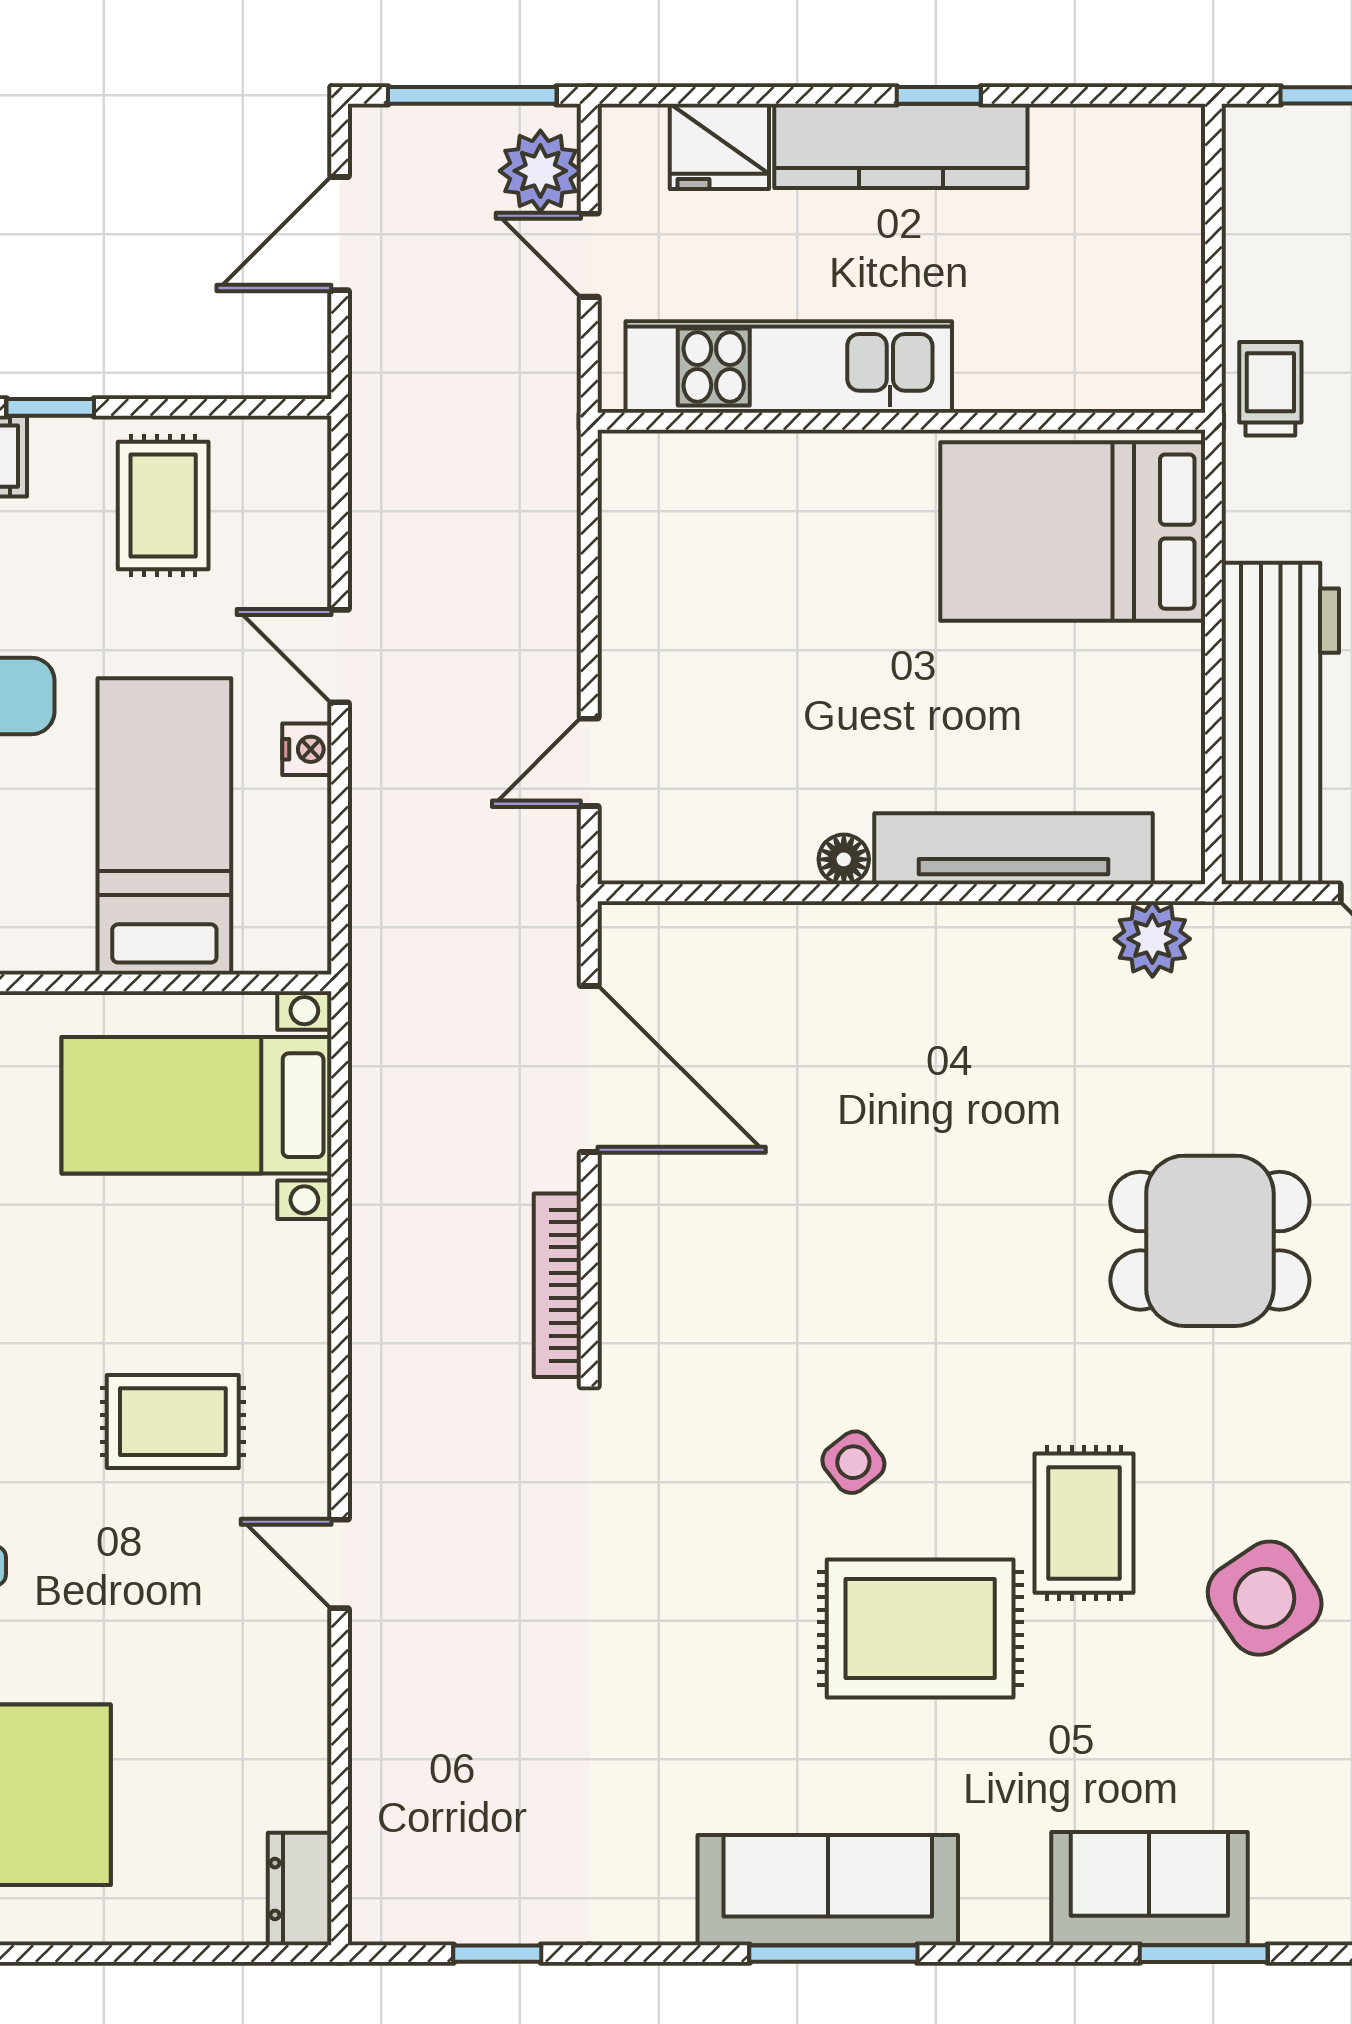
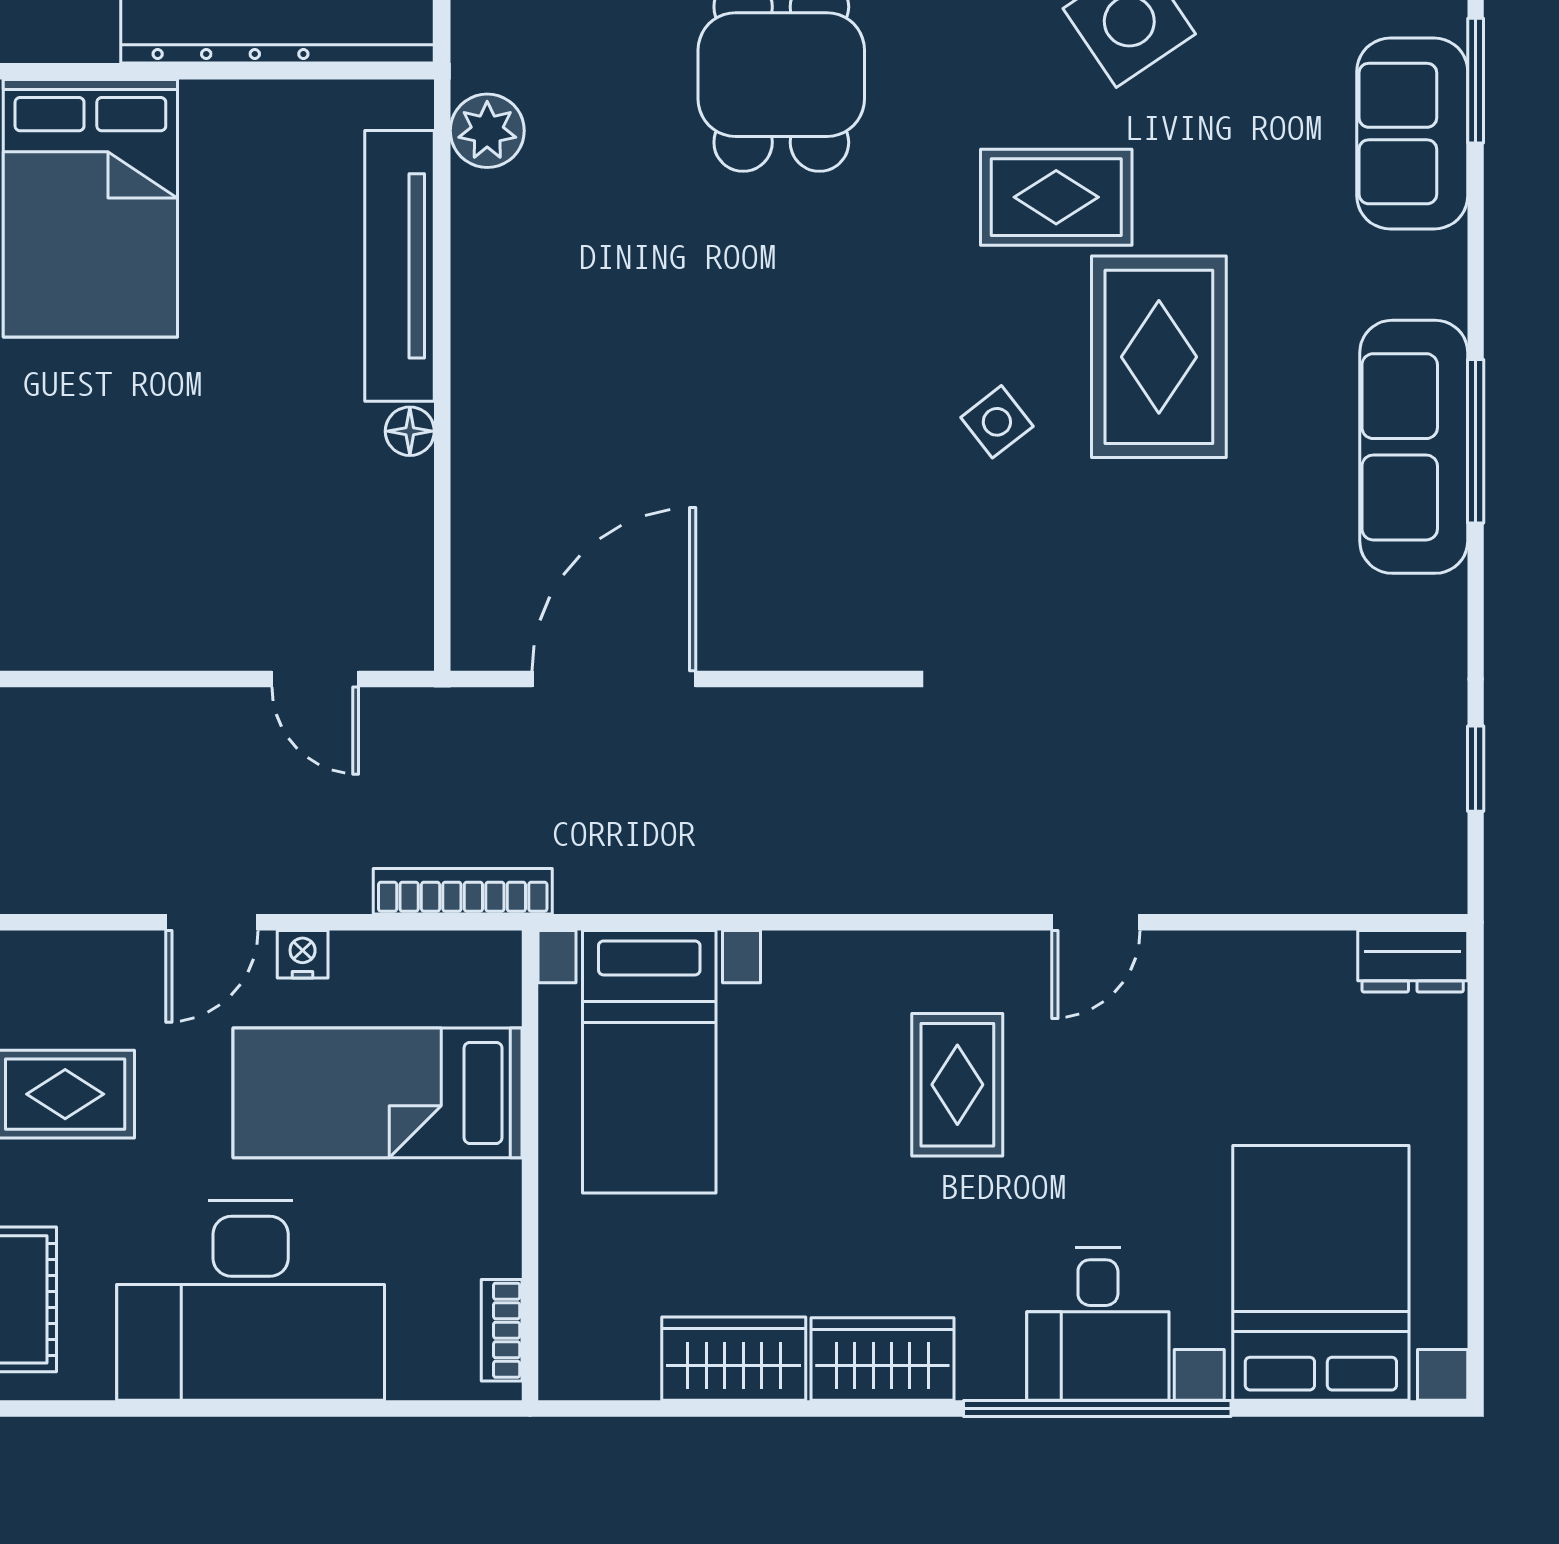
bookcase: (557, 1285) -> (463, 891), moved, turned 180

